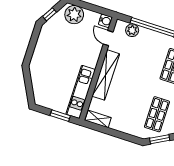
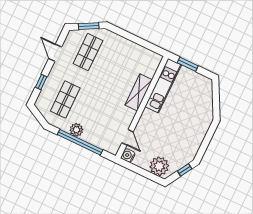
plant: (132, 30) -> (76, 130), moved
shelving: (106, 75) -> (139, 92), width x0.68
shelving: (98, 119) -> (149, 55), removed

